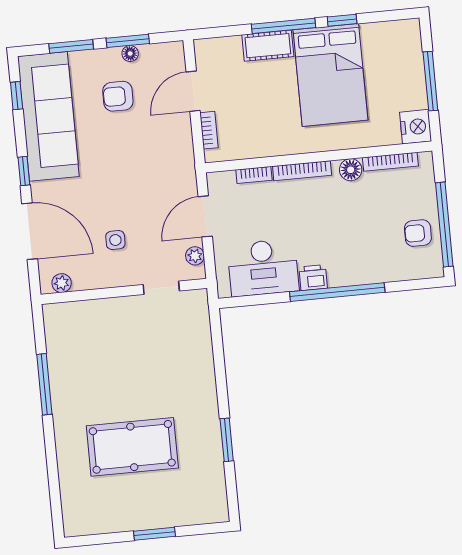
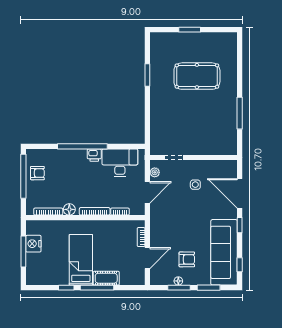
bed: (330, 75) -> (81, 260), width x0.67
nightstand: (416, 127) -> (33, 244), moved
plant: (62, 283) -> (226, 165), removed

